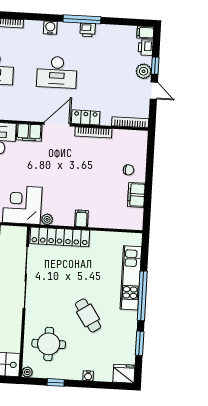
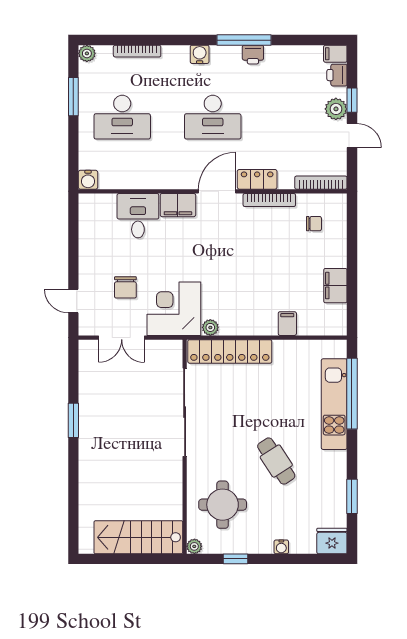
chair: (129, 170) -> (314, 224), moved
filing cabinet: (81, 219) -> (287, 324), moved
window: (142, 296) -> (352, 394), moved

